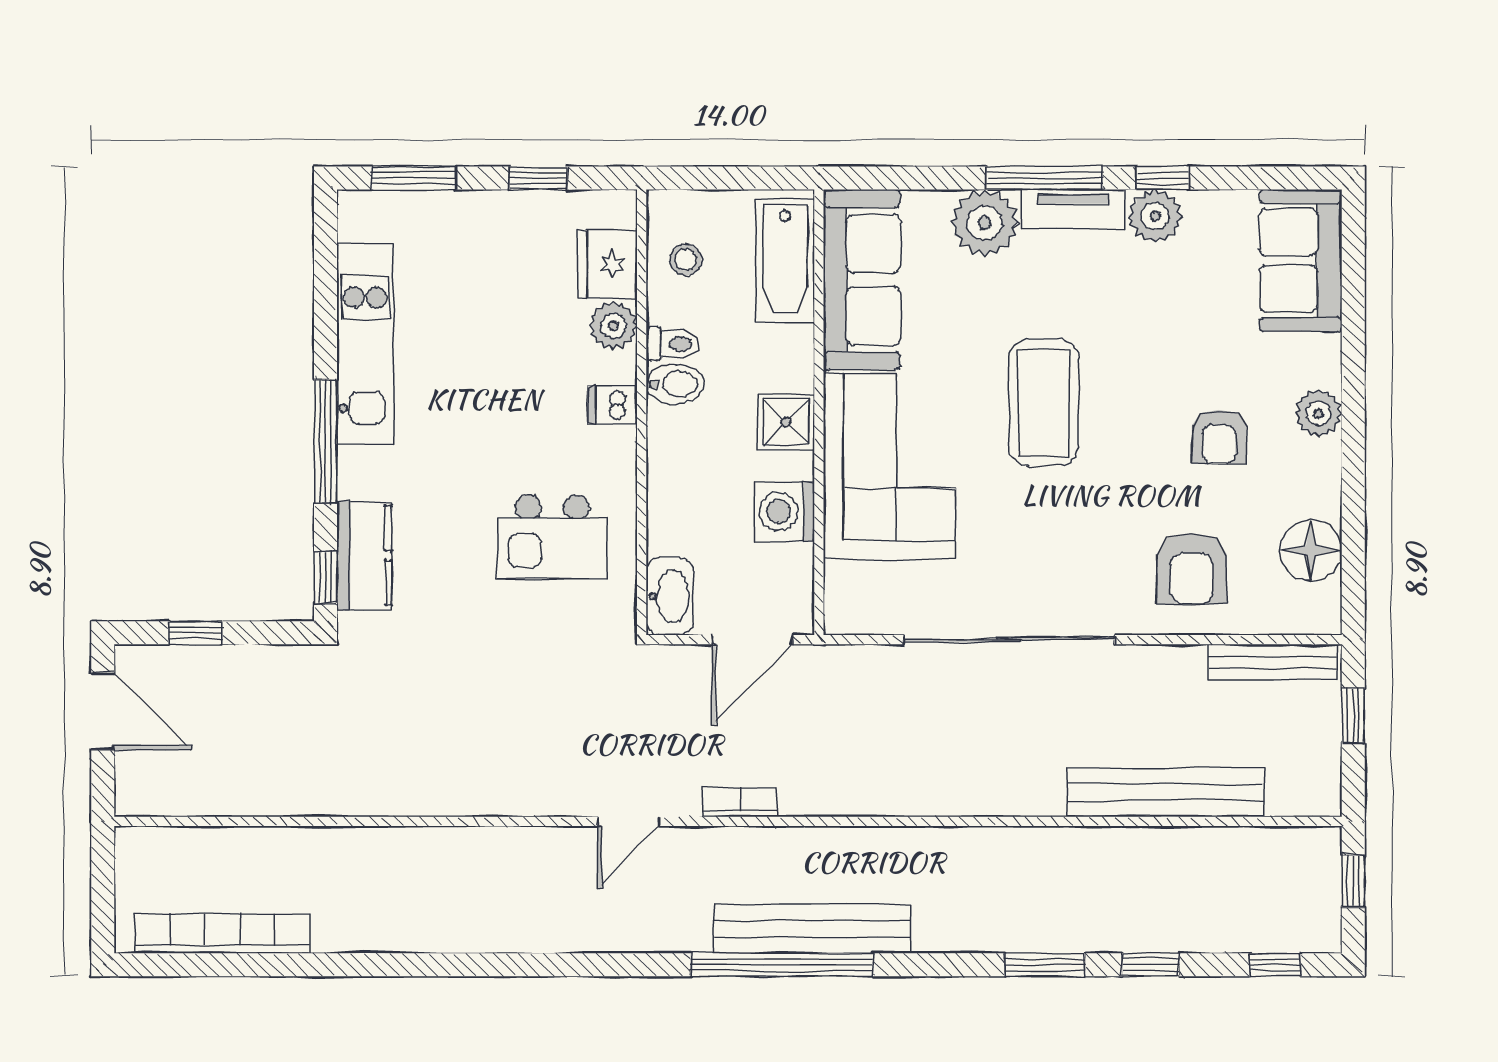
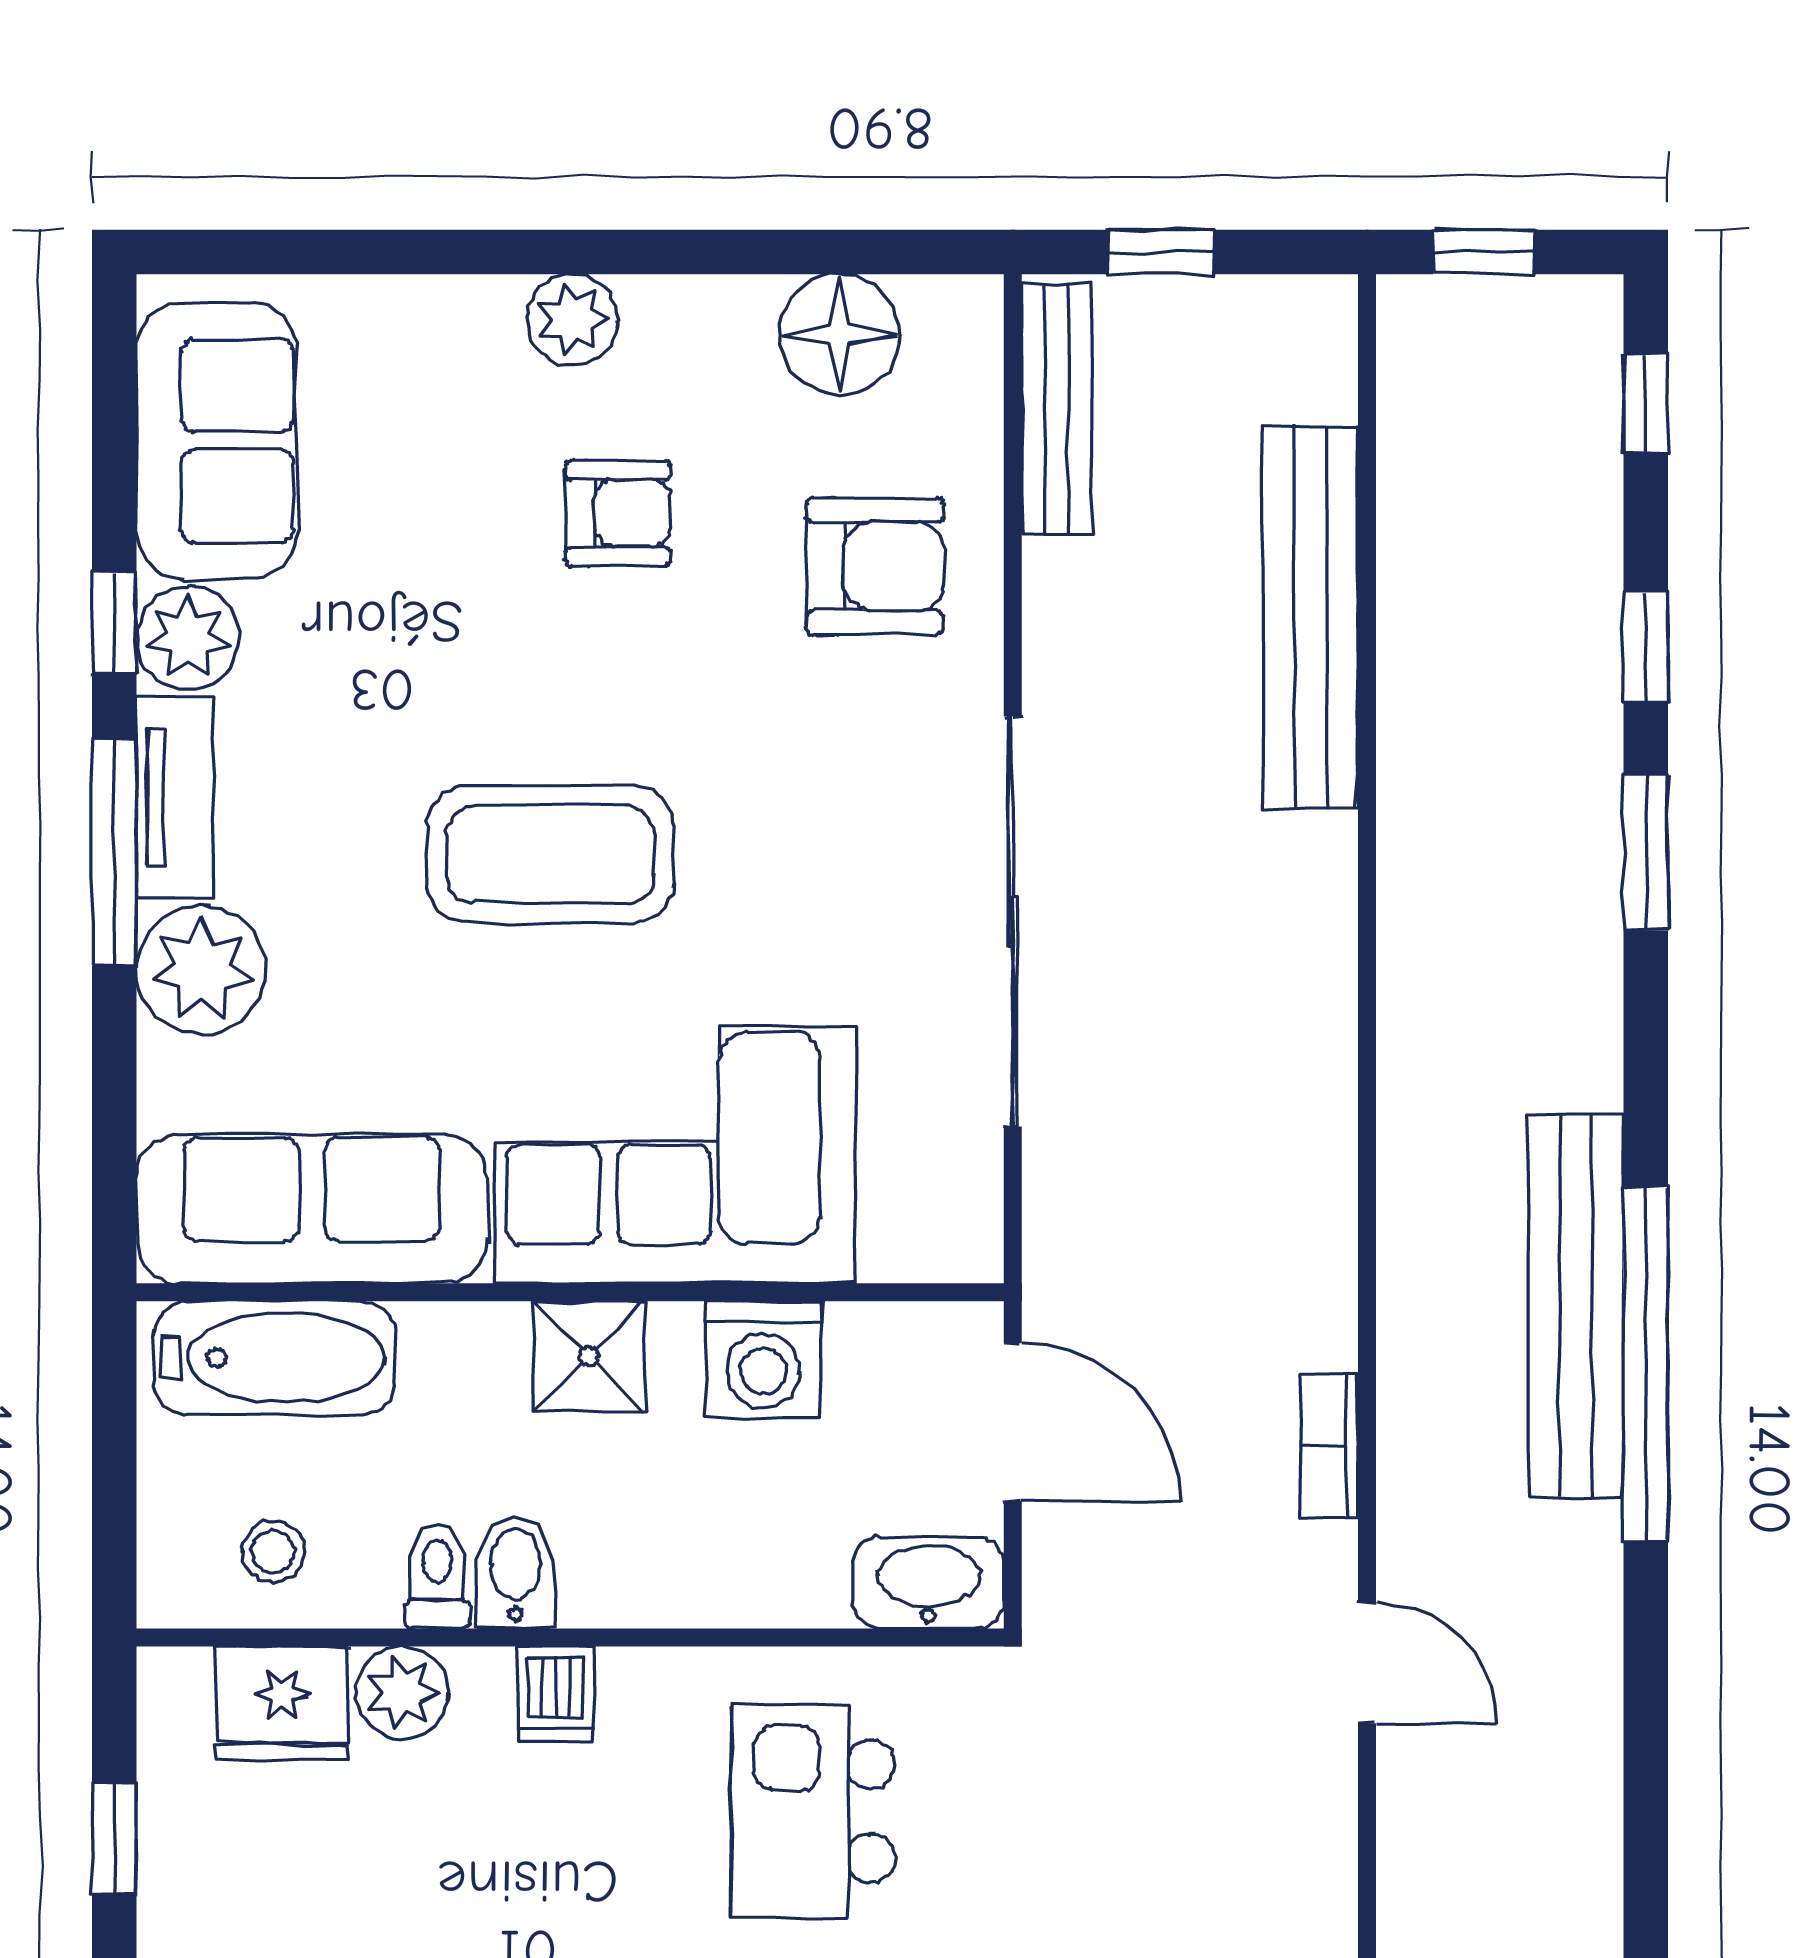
sofa: (1301, 260) -> (216, 441), moved, turned -90
kitchen island: (552, 537) -> (813, 1811), turned 180

